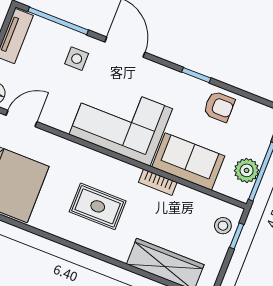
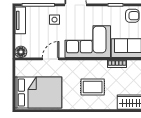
door: (22, 119) -> (51, 59), moved

